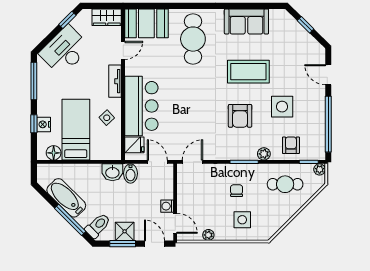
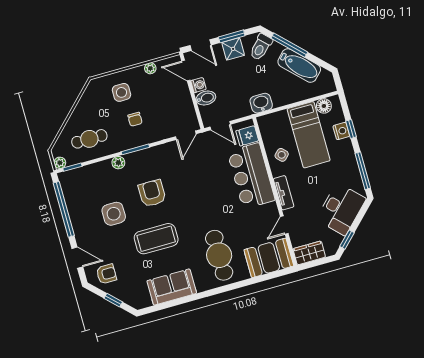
armchair: (291, 145) -> (106, 274), moved, turned -90
bidet: (130, 173) -> (206, 98), moved, turned 90

